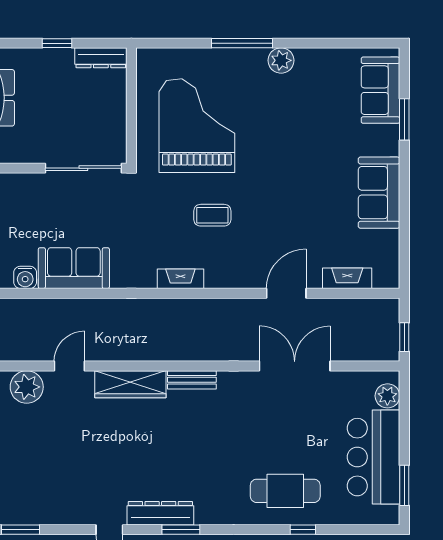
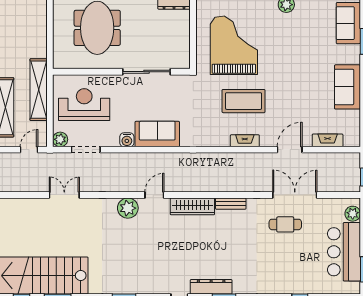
sliding door: (83, 168) -> (147, 72), moved
coffee table: (212, 215) -> (244, 101), width x1.86, depth x1.72
fireplace: (180, 279) -> (245, 141), moved
cafe table: (285, 491) -> (285, 224), moved, width x0.73, depth x0.74

